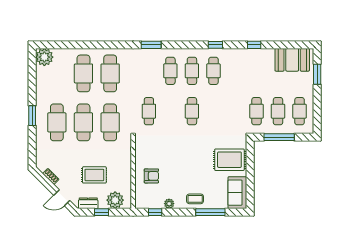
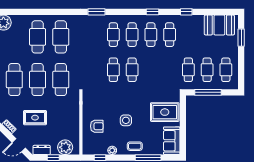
cafe table: (235, 71) -> (170, 35), added
cafe table: (149, 111) -> (113, 70), moved
side table: (185, 169) -> (126, 120), added
rug: (94, 175) -> (35, 118), moved

